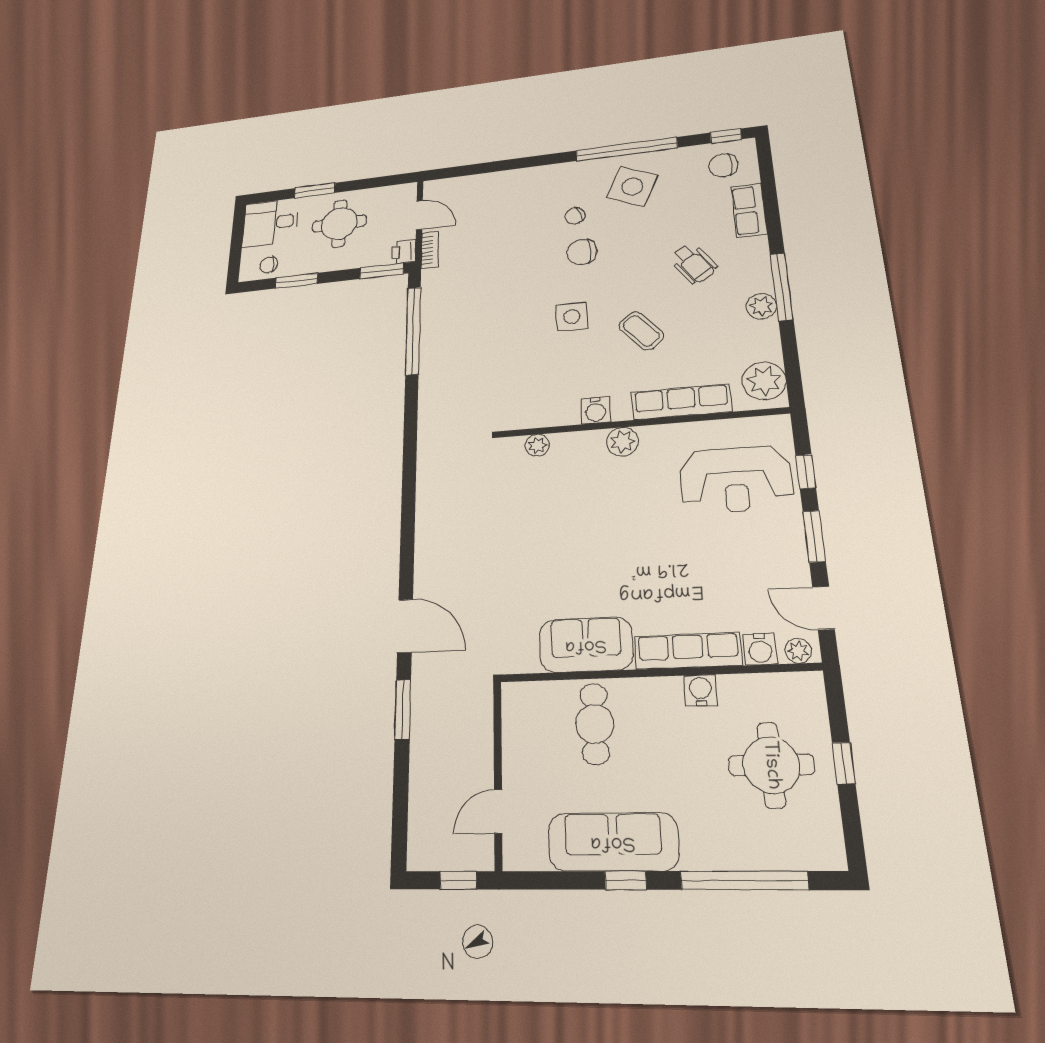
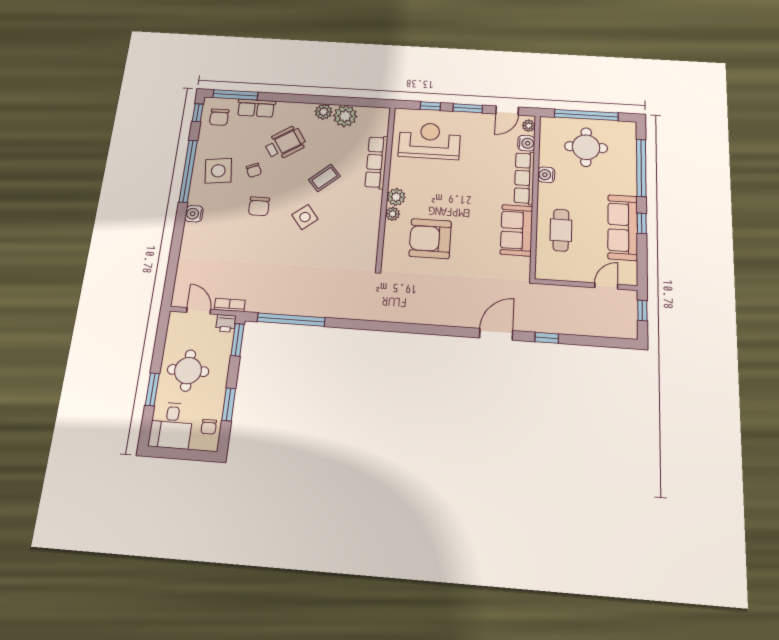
side table: (632, 186) -> (218, 171), turned -31
door: (419, 215) -> (199, 311), hinge flipped
chair: (575, 216) -> (254, 170), moved
wheelchair: (694, 264) -> (285, 143), width x1.36, depth x1.37
window: (782, 287) -> (235, 95), moved
side table: (572, 317) -> (305, 217), turned -38
plant: (764, 381) -> (345, 116), moved
water cooler: (596, 410) -> (194, 214), moved, turned 180
plant: (537, 445) -> (393, 214), moved
reception desk: (736, 480) -> (430, 141), turned -90
armchair: (556, 505) -> (430, 239), added
window: (403, 709) -> (547, 338), width x0.67
cafe table: (595, 724) -> (561, 230), turned 90
window: (844, 763) -> (586, 115), width x3.17
door: (498, 811) -> (606, 286), swing flipped

